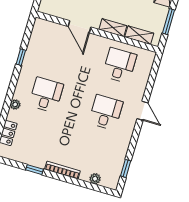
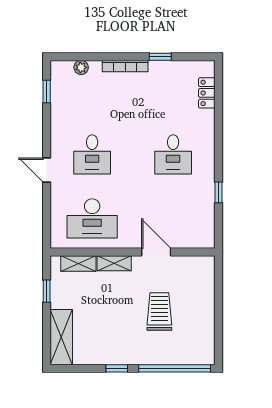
window: (169, 22) -> (47, 291), width x0.67
desk: (119, 65) -> (92, 218), width x1.37
plant: (15, 105) -> (208, 131), removed

